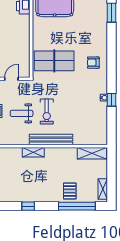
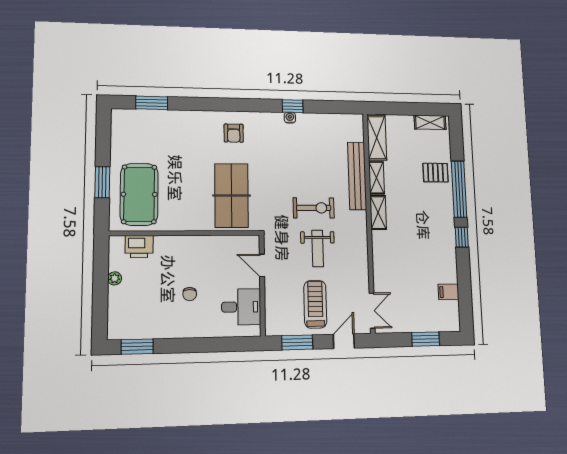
bench: (51, 140) -> (357, 176), moved
shelving: (33, 152) -> (378, 212), moved
shelving: (66, 152) -> (377, 178), added
window: (77, 206) -> (459, 189), moved

